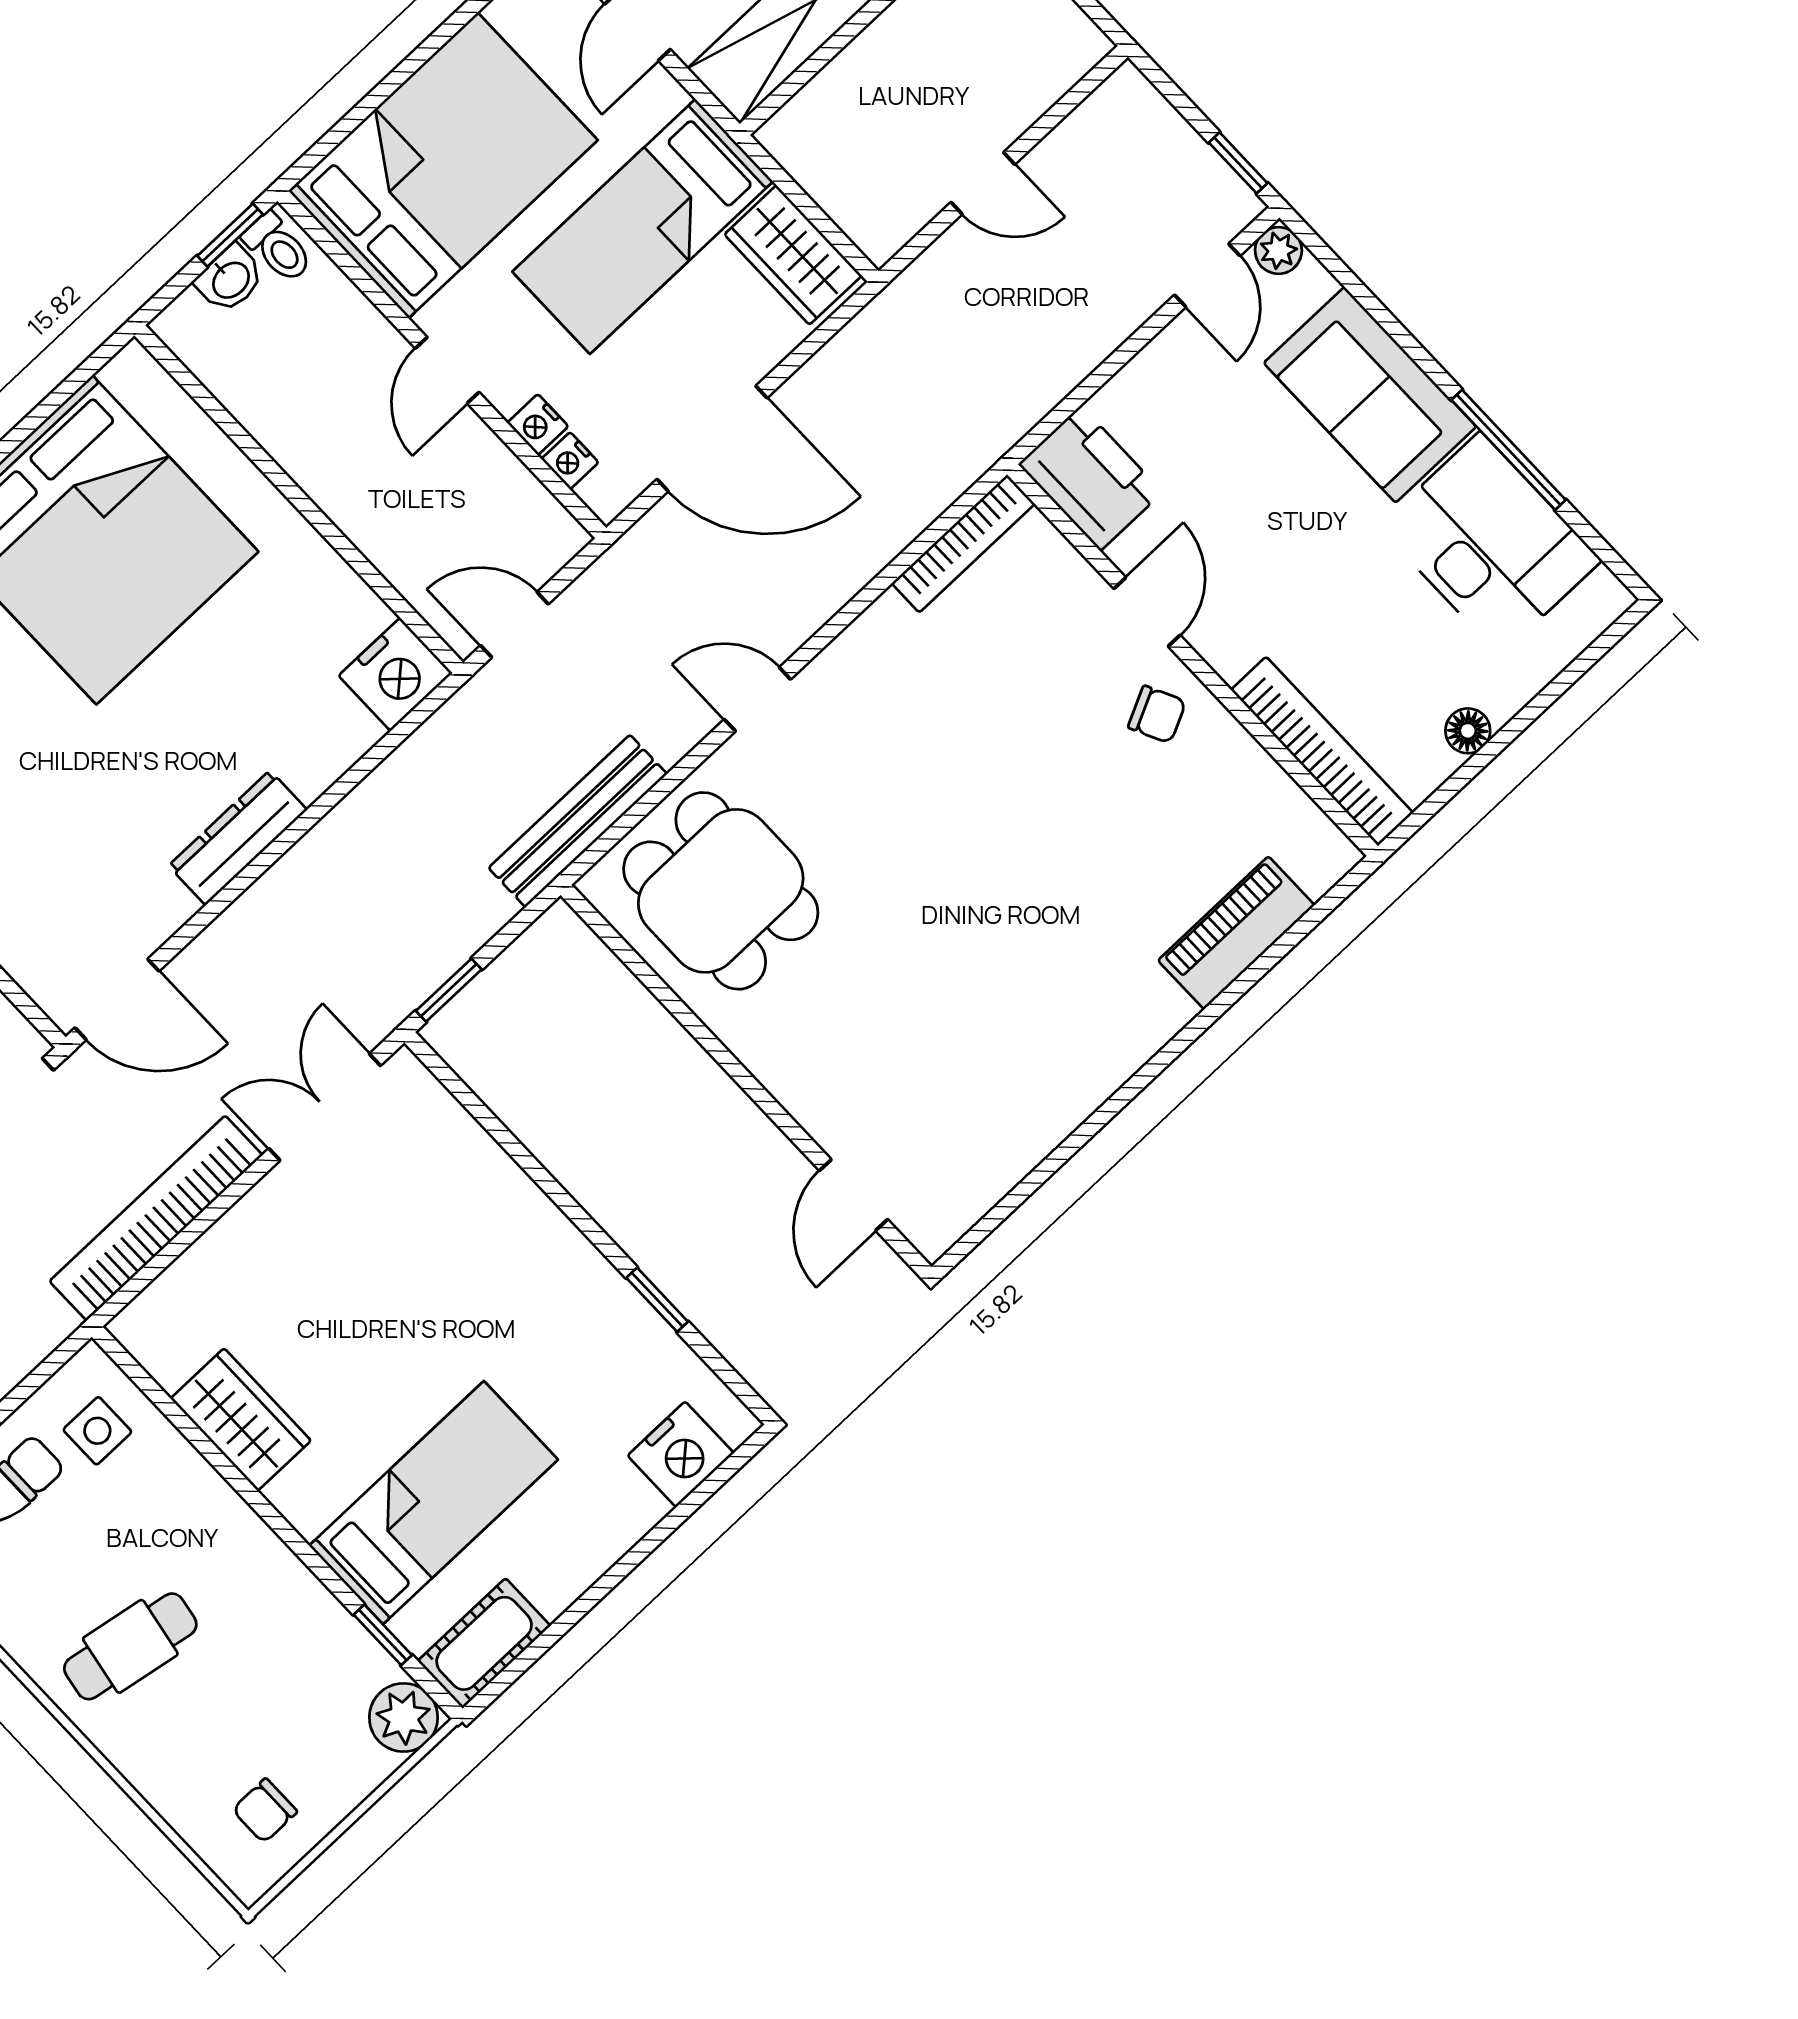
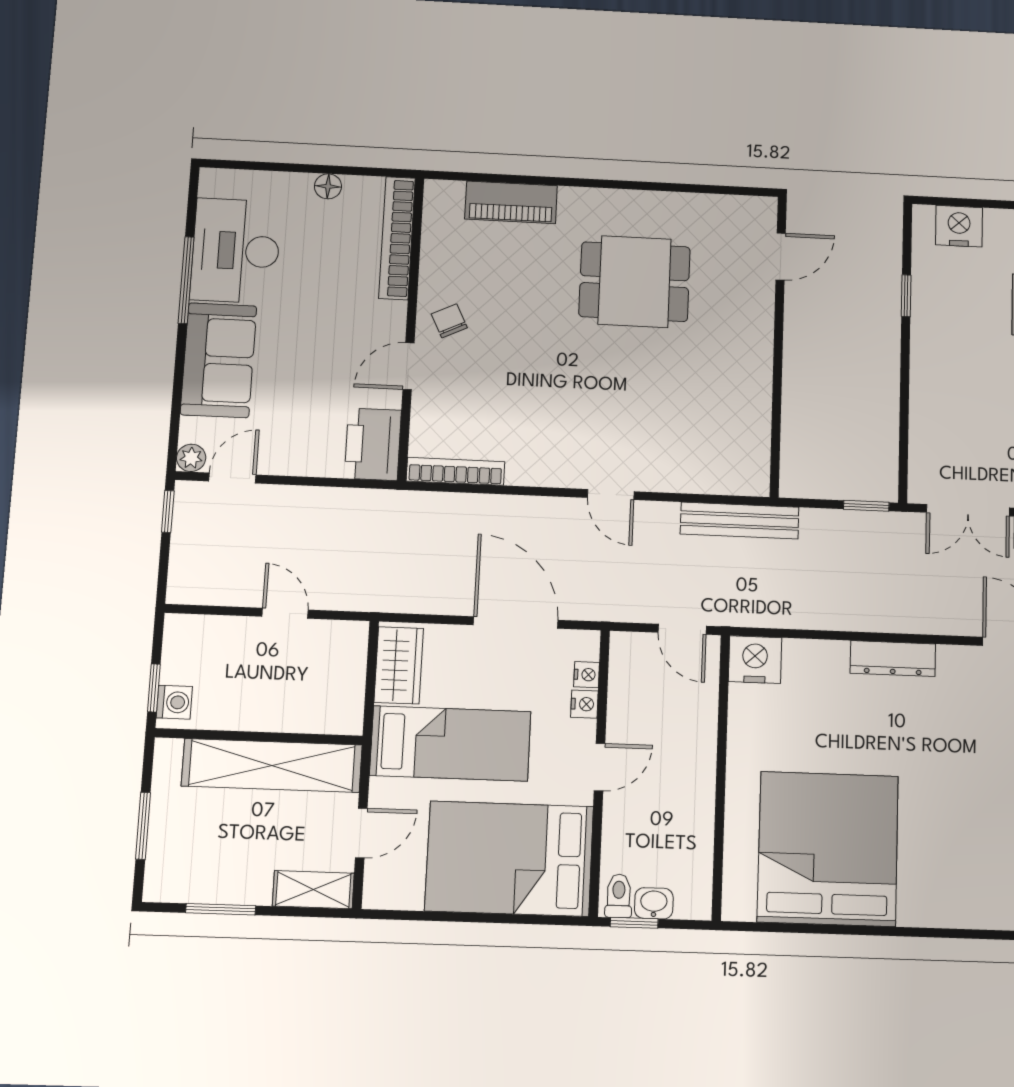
dining table: (721, 891) -> (635, 282), moved, turned 90

